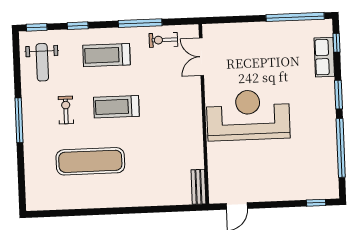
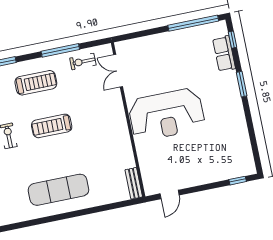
treadmill: (107, 55) -> (36, 83), turned 180
reception desk: (248, 115) -> (167, 114), turned 180
window: (341, 148) -> (251, 130), removed
exercise mat: (90, 161) -> (58, 190), moved

